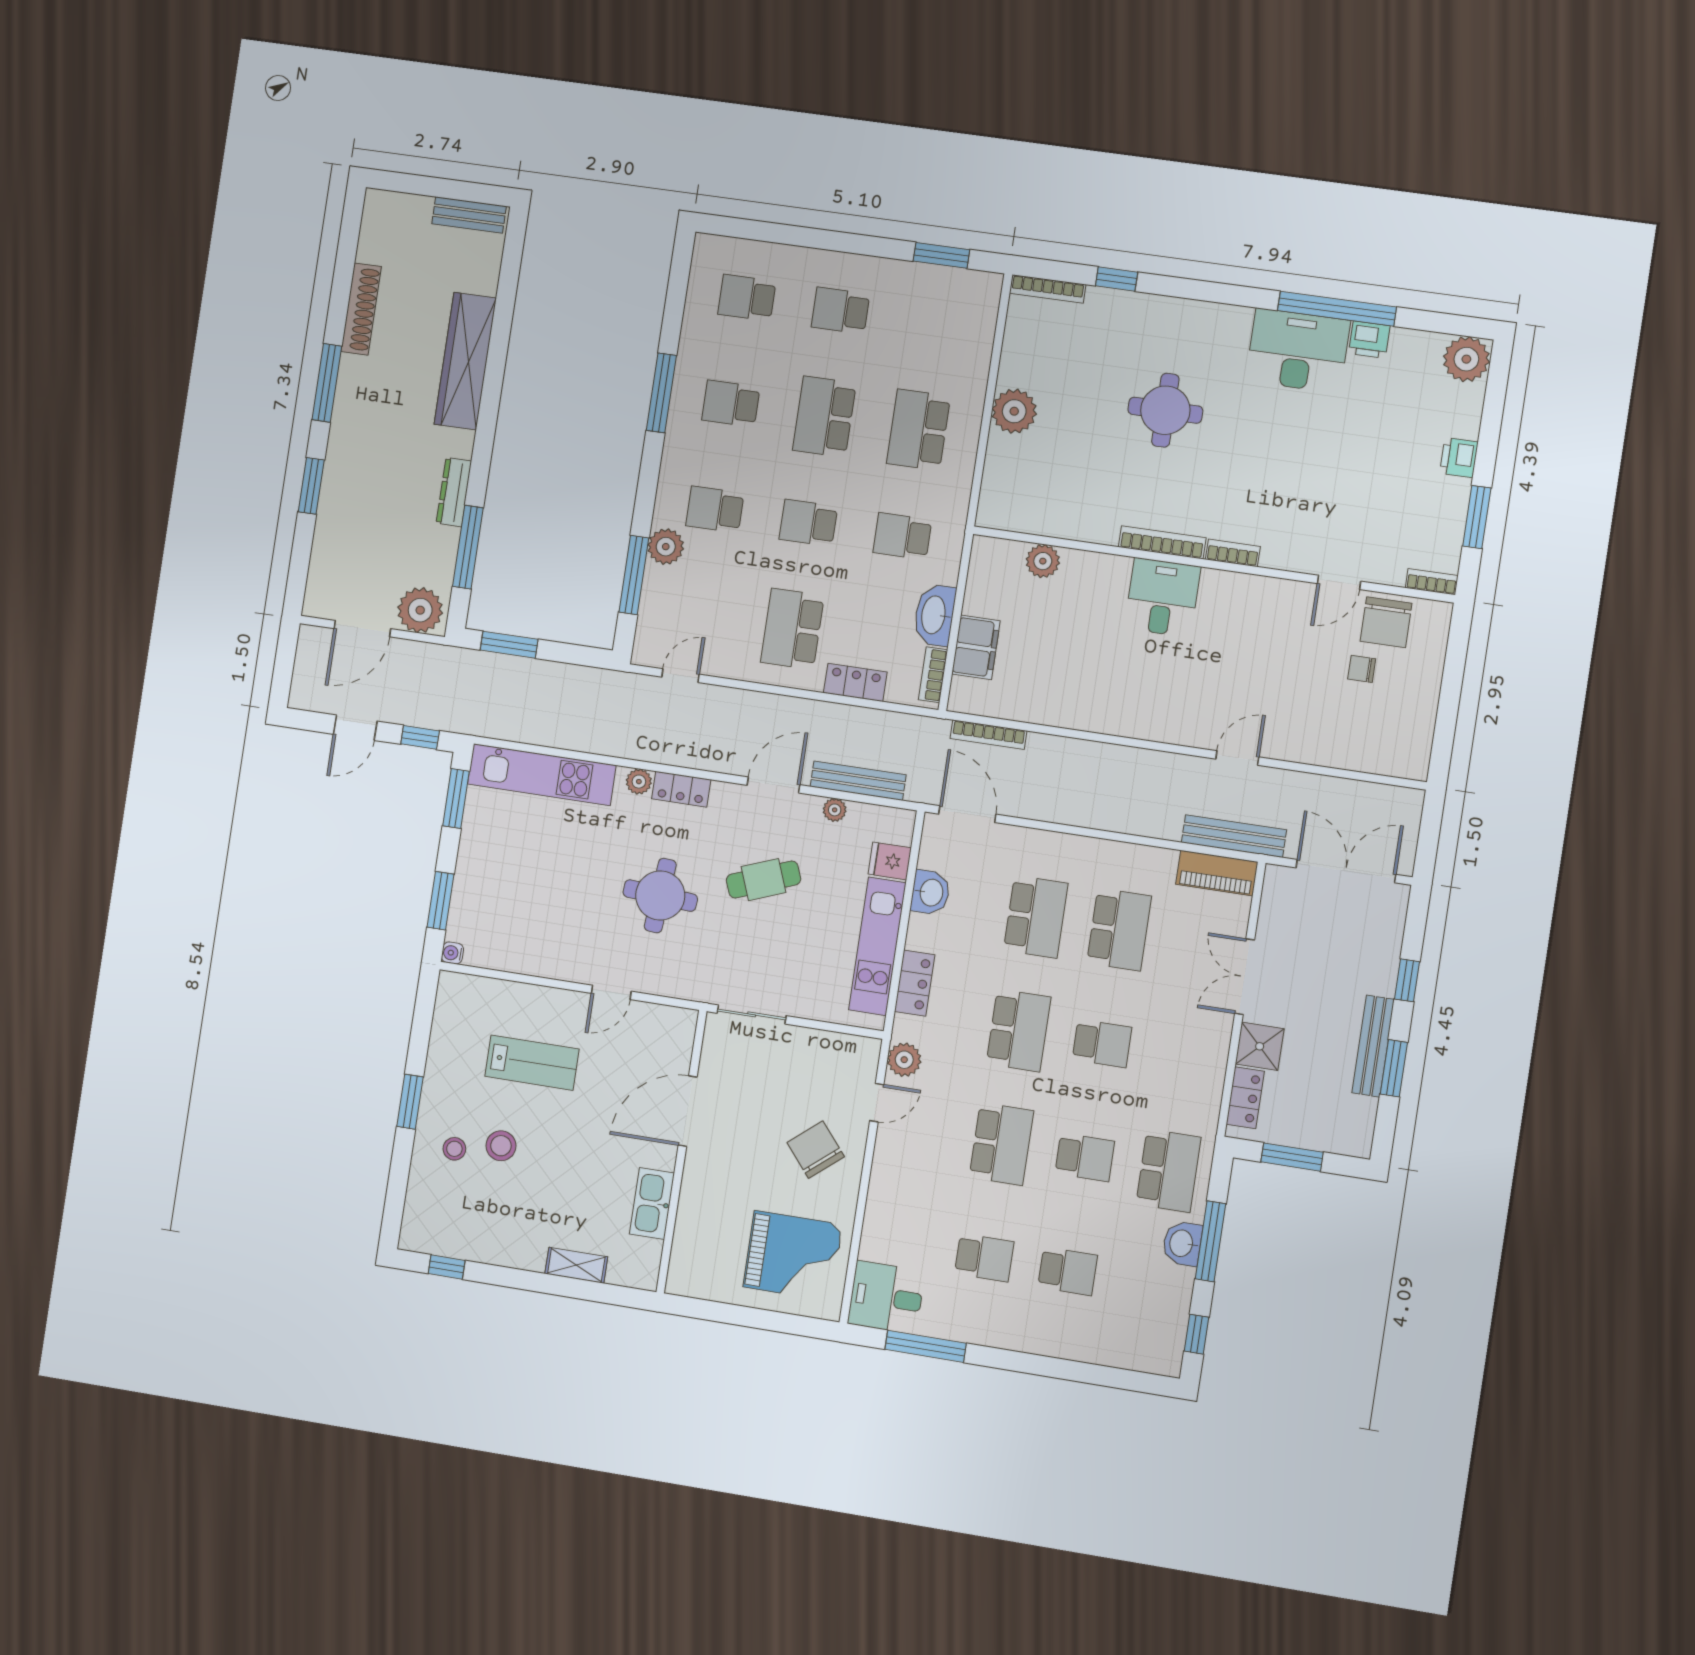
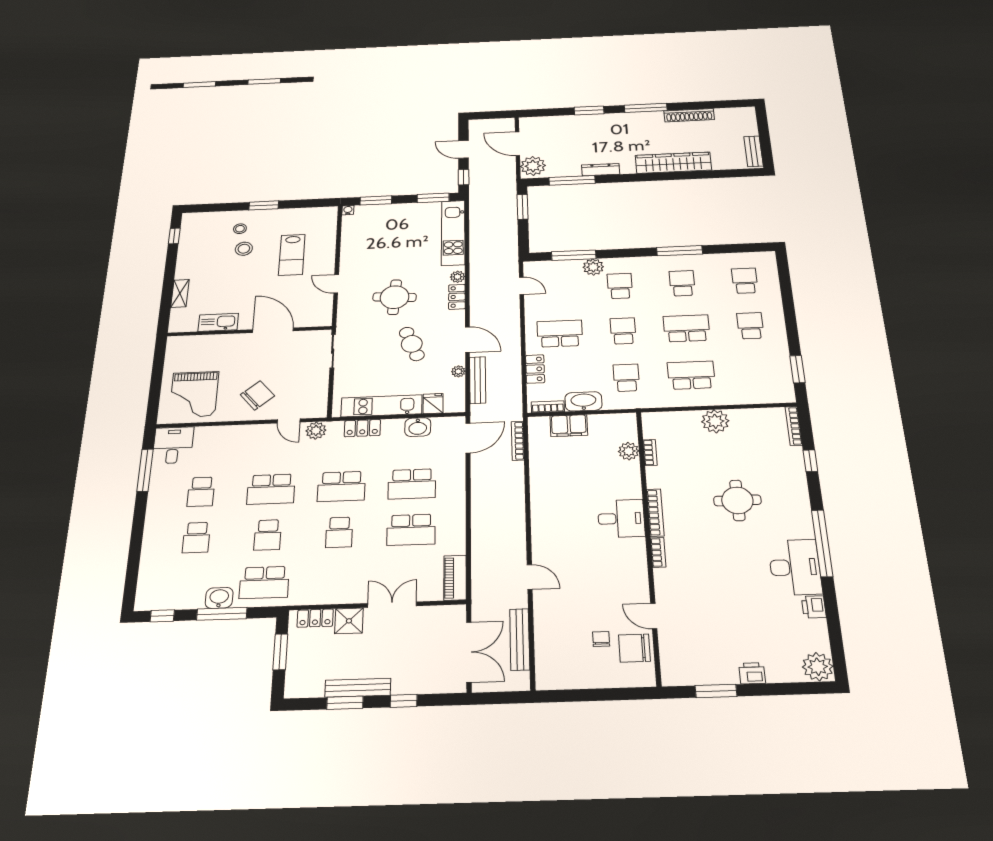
window: (1337, 309) -> (822, 543), moved
bookcase: (1432, 582) -> (650, 453), moved
bench: (1234, 836) -> (520, 639), moved

